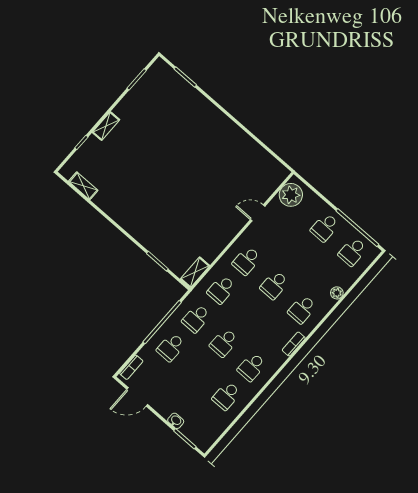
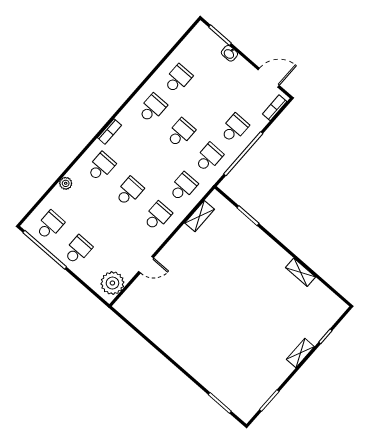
shelving: (83, 186) -> (301, 272), moved
shelving: (195, 272) -> (200, 216), moved

